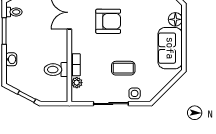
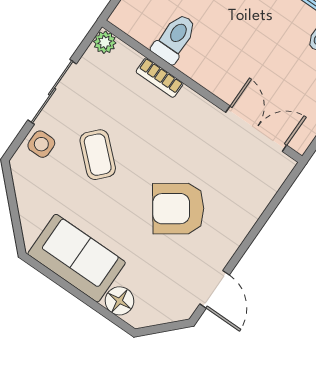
armchair: (108, 21) -> (178, 209), moved, turned 55
coffee table: (123, 68) -> (98, 155), turned -47
plant: (77, 83) -> (105, 42), moved

